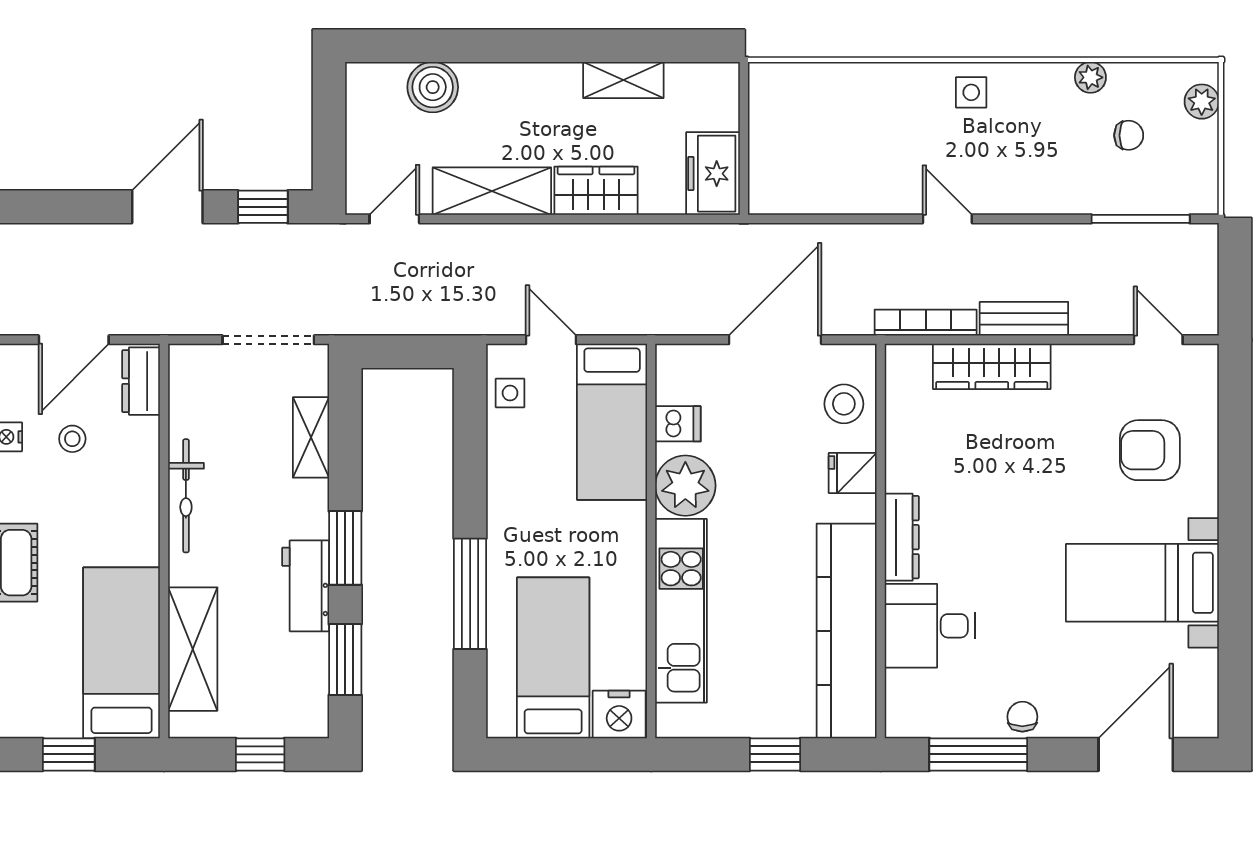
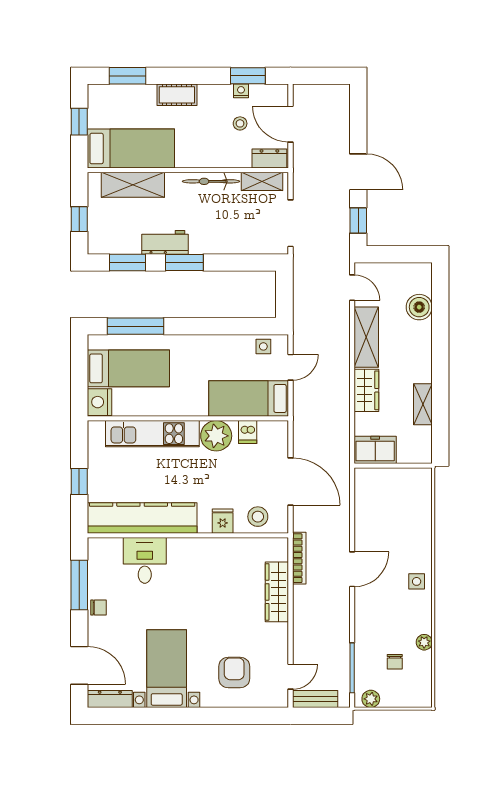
plant: (1202, 102) -> (371, 699), moved
door: (947, 219) -> (352, 569), width x1.38
bench: (1024, 319) -> (315, 699), moved, turned 90
shelving: (311, 437) -> (262, 181), moved
dresser: (902, 537) -> (110, 699), moved, turned 180
window: (470, 594) -> (135, 326), moved

